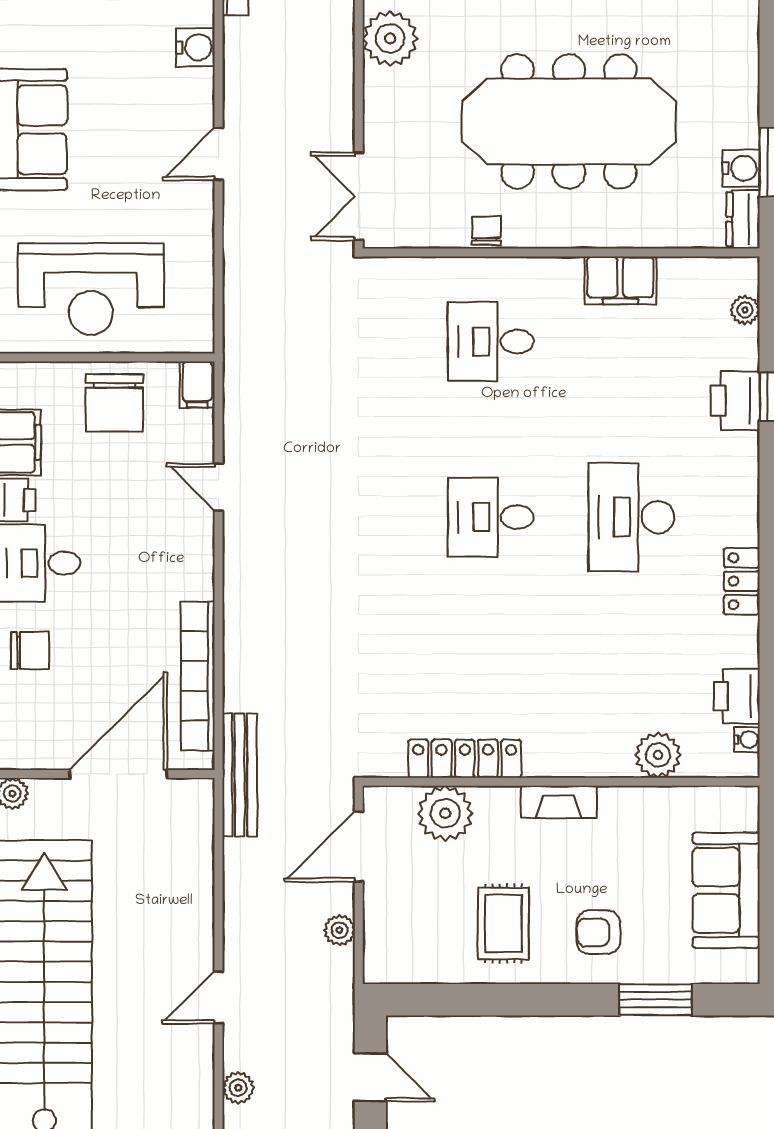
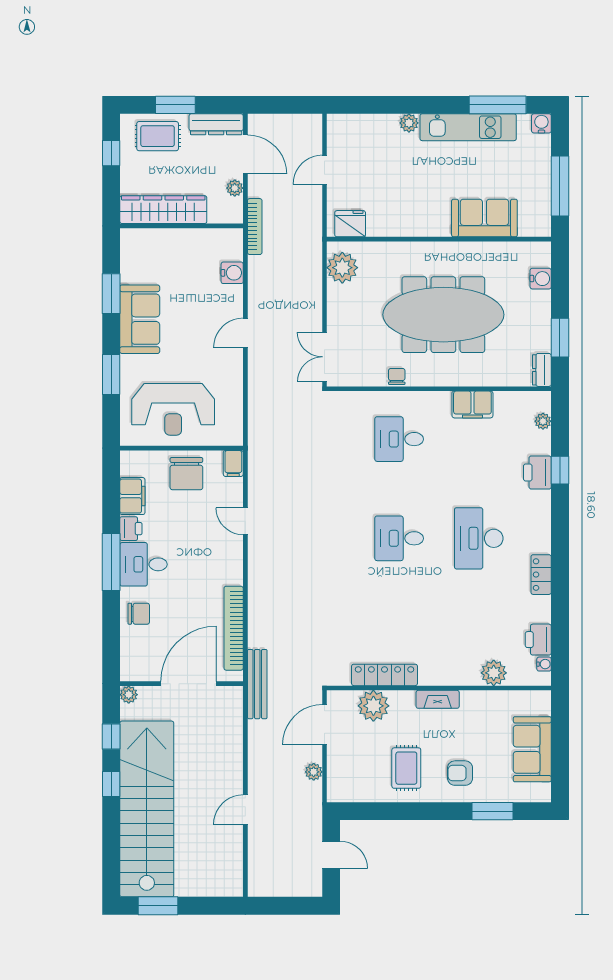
water cooler: (741, 168) -> (541, 279), moved
plant: (238, 1088) -> (256, 861), removed

